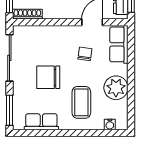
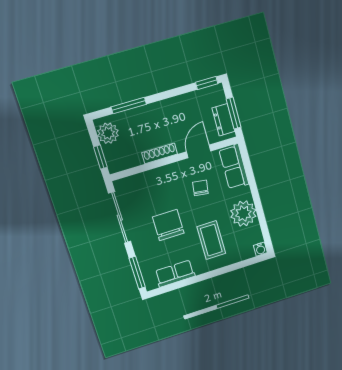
shoe rack: (27, 14) -> (160, 153), moved
chair: (48, 77) -> (168, 225), turned 90
water cooler: (110, 124) -> (260, 249), moved

